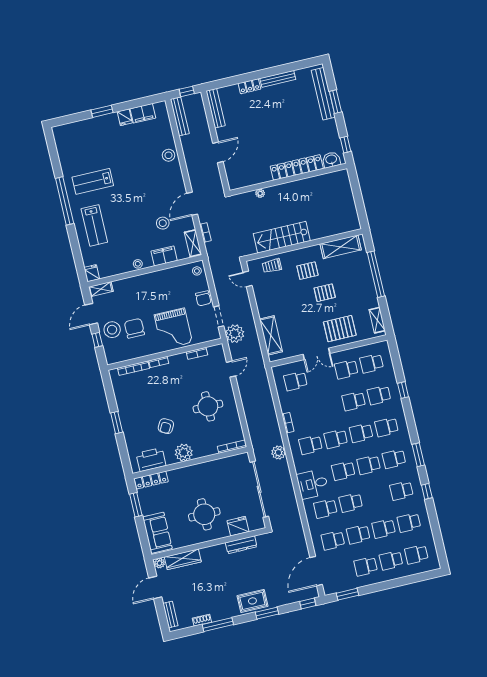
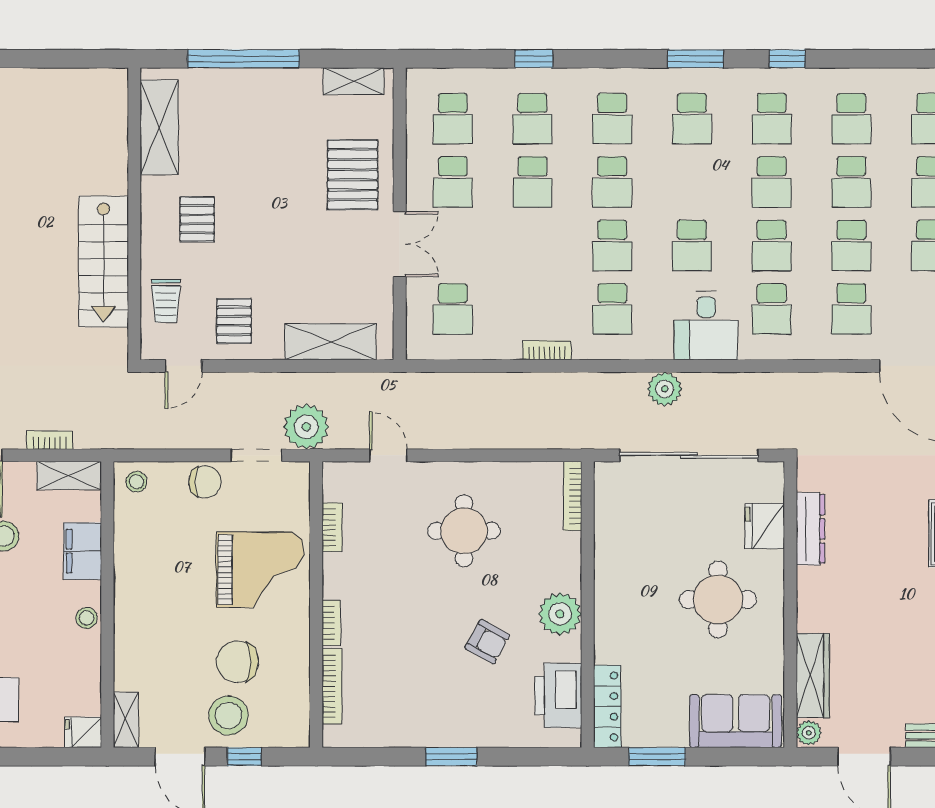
pallet: (325, 293) -> (234, 321), moved
plant: (279, 452) -> (665, 389), moved
school desk: (369, 465) -> (772, 182), moved

